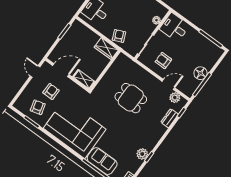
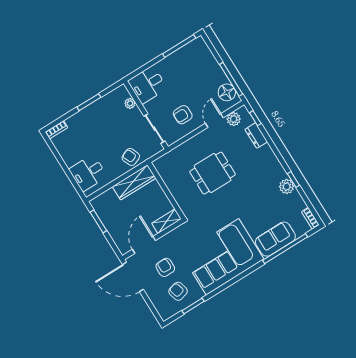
wardrobe: (106, 49) -> (134, 182), width x1.50
door: (35, 71) -> (133, 277), width x1.87
floor lamp: (200, 73) -> (227, 92), moved

